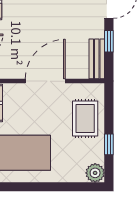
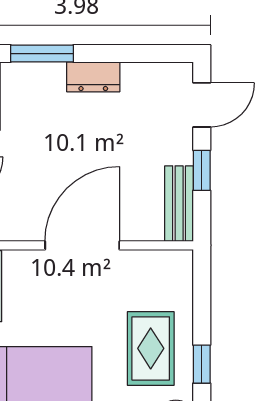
rug: (85, 118) -> (151, 348), moved

